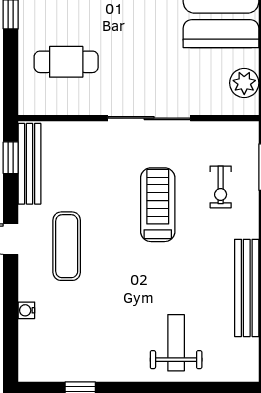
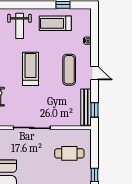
treadmill: (158, 205) -> (30, 69), moved, turned 180
treadmill: (98, 349) -> (55, 23), added

